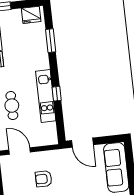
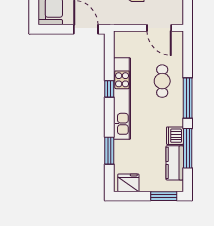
kitchen unit: (46, 96) -> (122, 99), width x1.36

